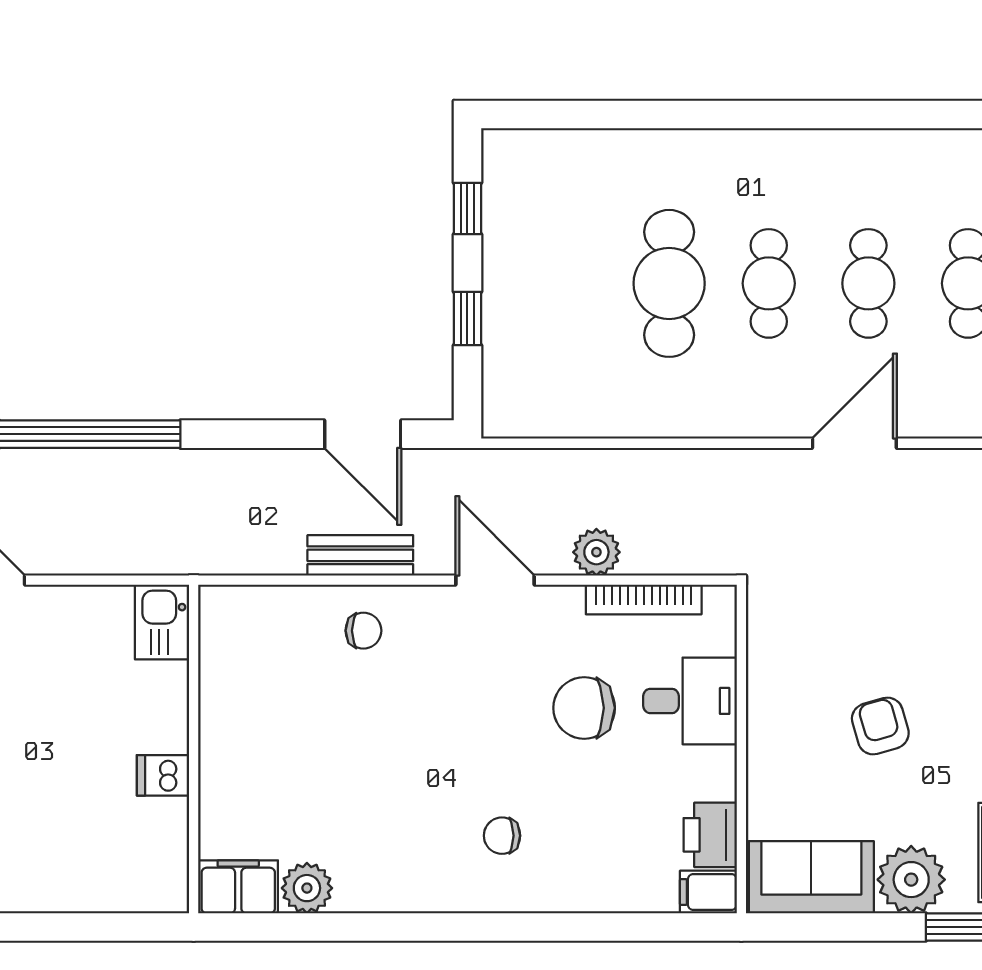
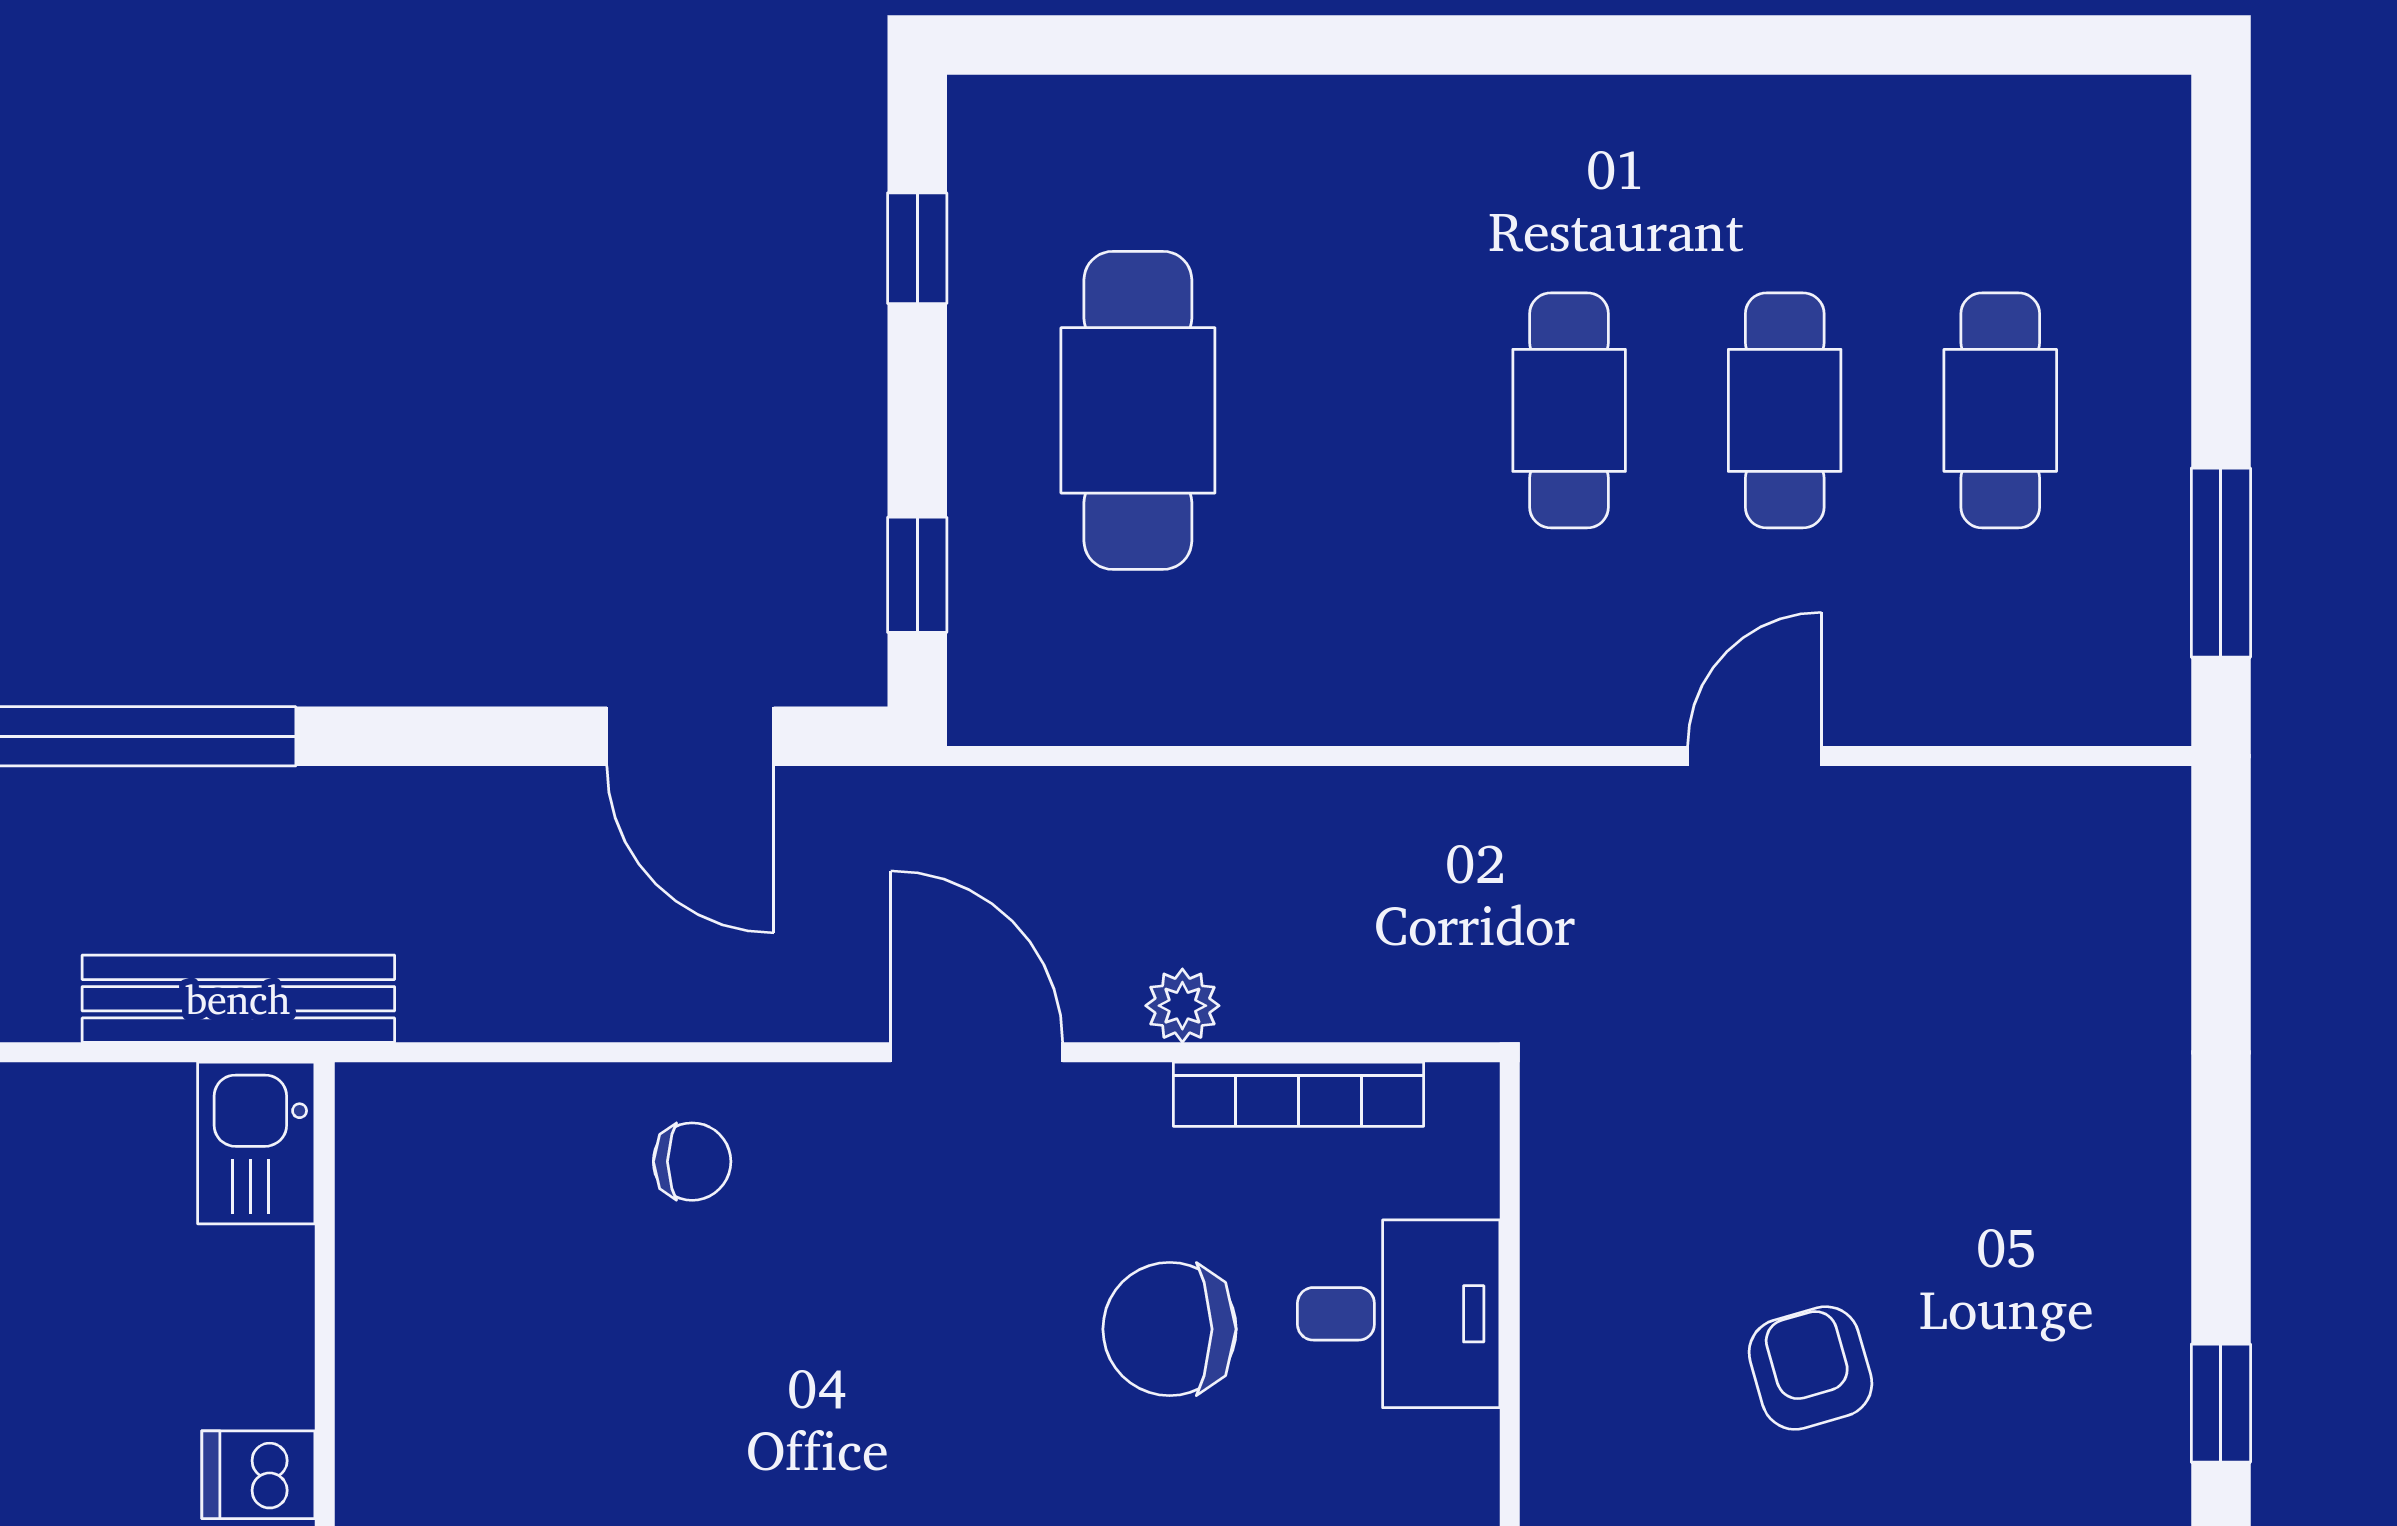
cafe table: (669, 283) -> (1138, 410), moved
window: (467, 318) -> (917, 575), moved
door: (854, 443) -> (1755, 756), width x0.73
plant: (596, 552) -> (1182, 1006), width x0.73, depth x0.73
bench: (360, 555) -> (238, 999), moved, width x1.36

